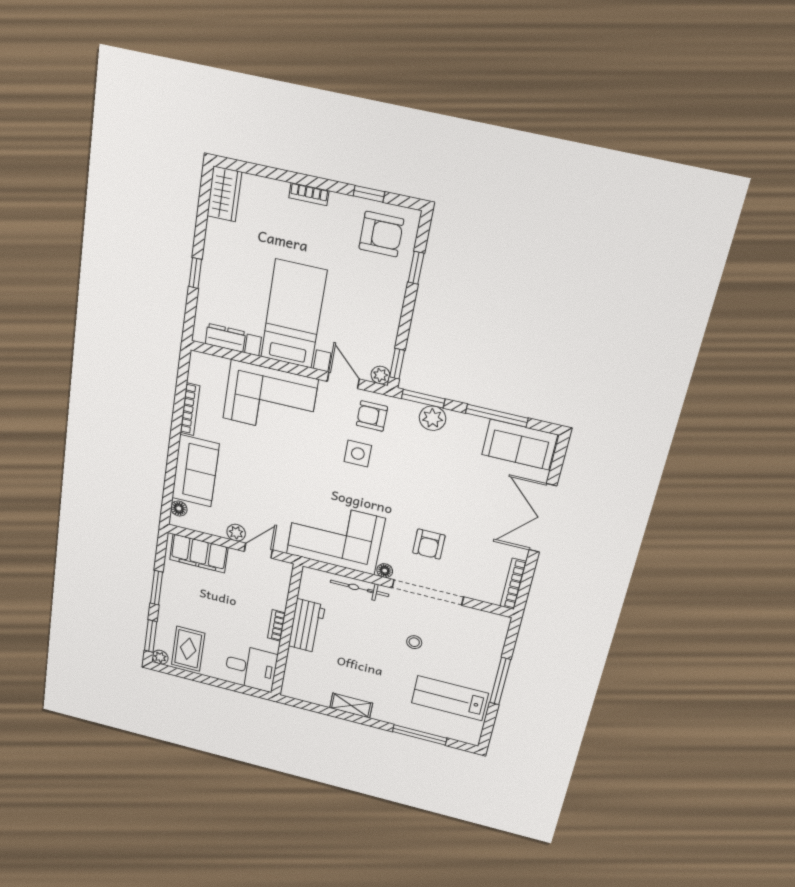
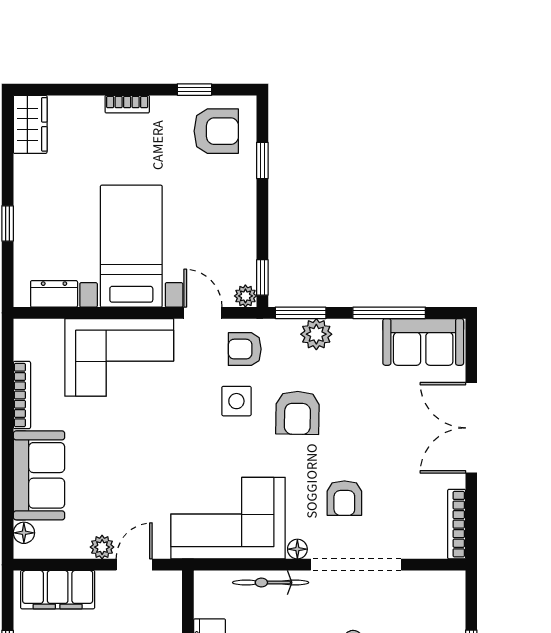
armchair: (405, 474) -> (297, 413), added

